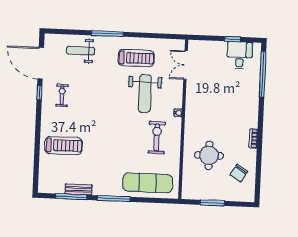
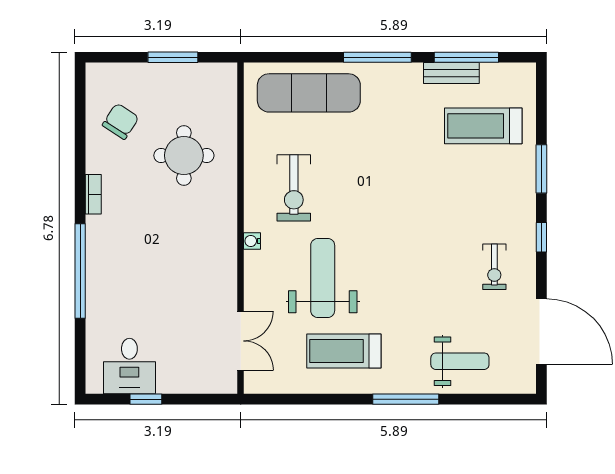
window: (263, 74) -> (80, 271), moved
window: (39, 93) -> (541, 237), moved
window: (37, 141) -> (541, 169), added
treadmill: (64, 146) -> (483, 126), moved

